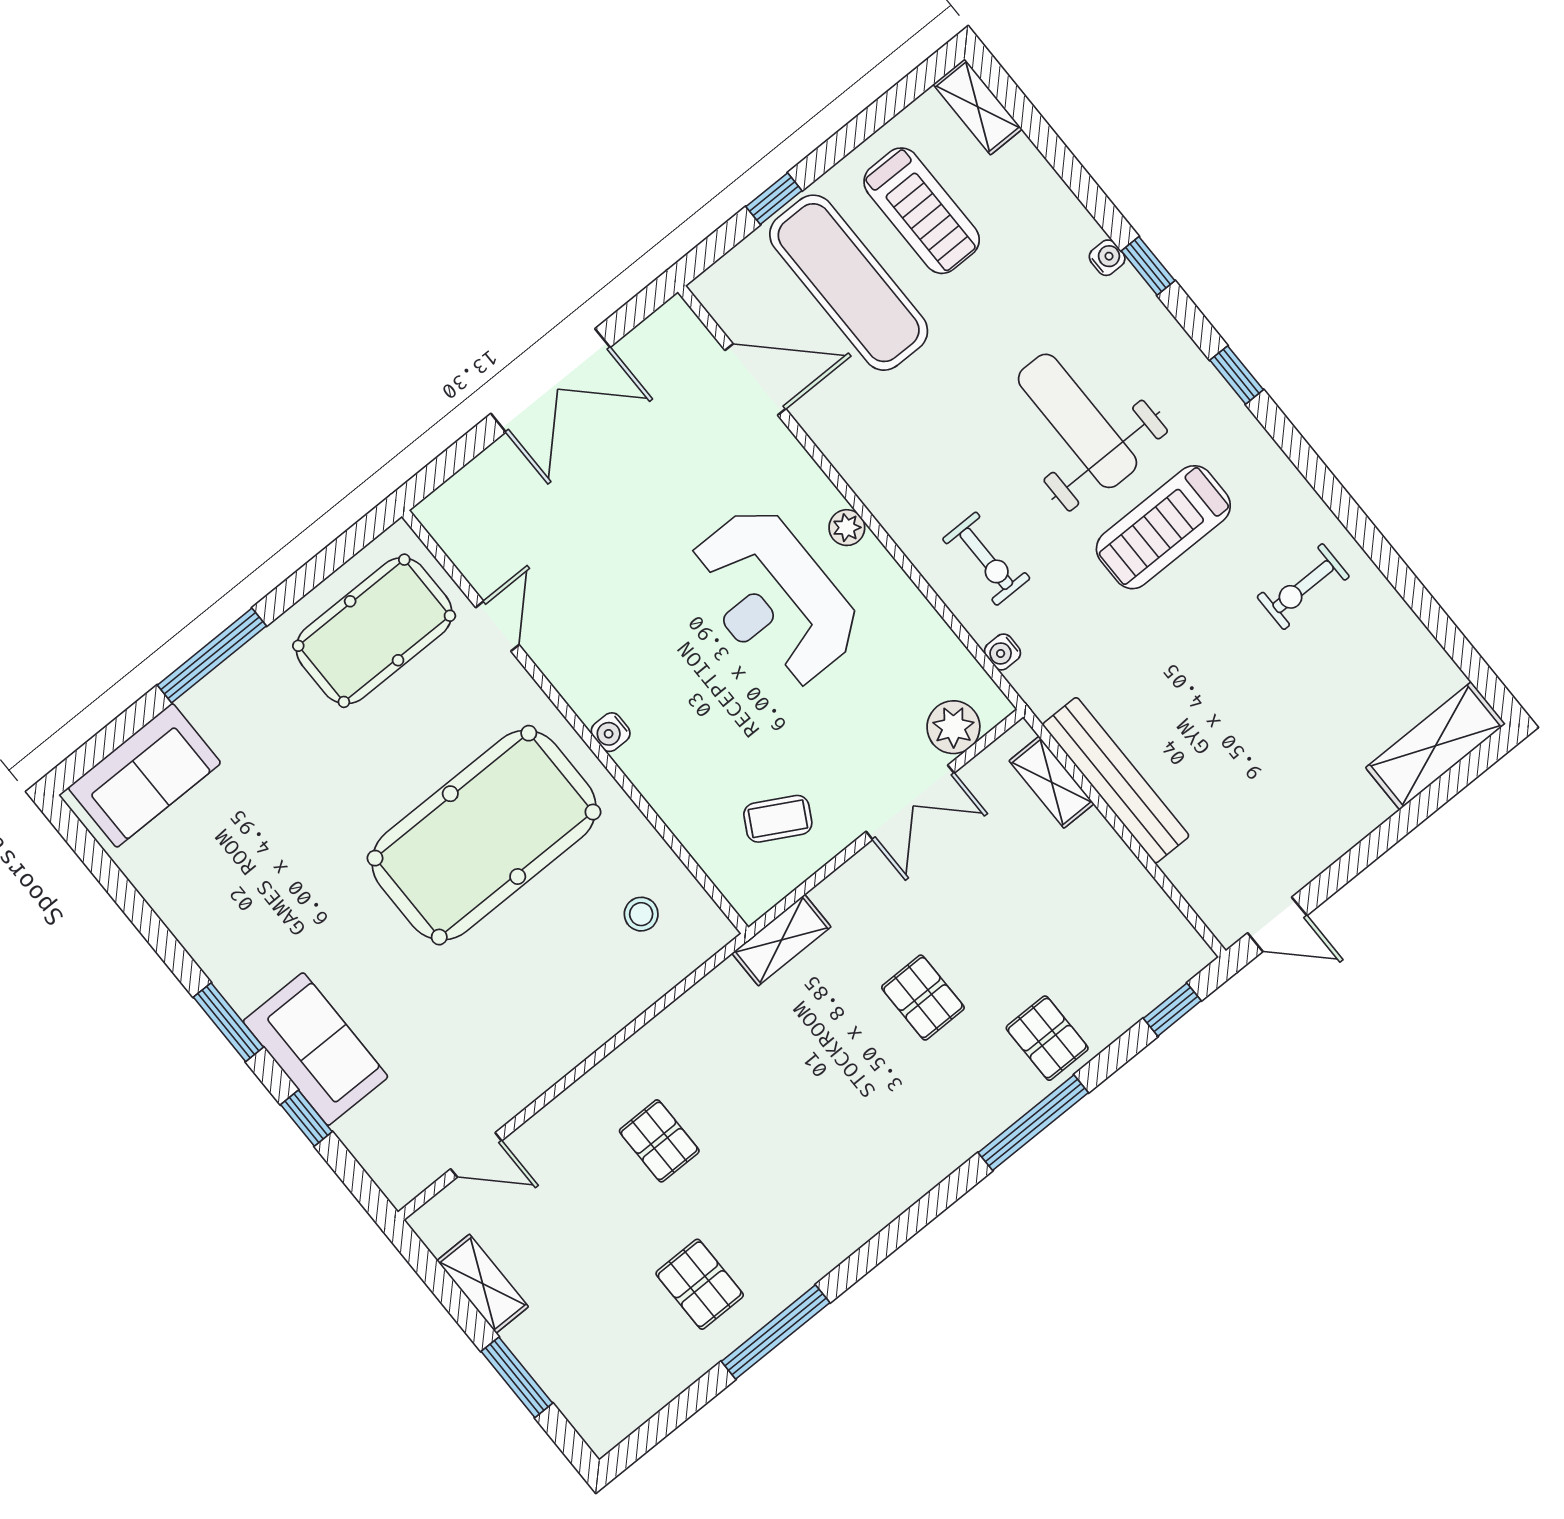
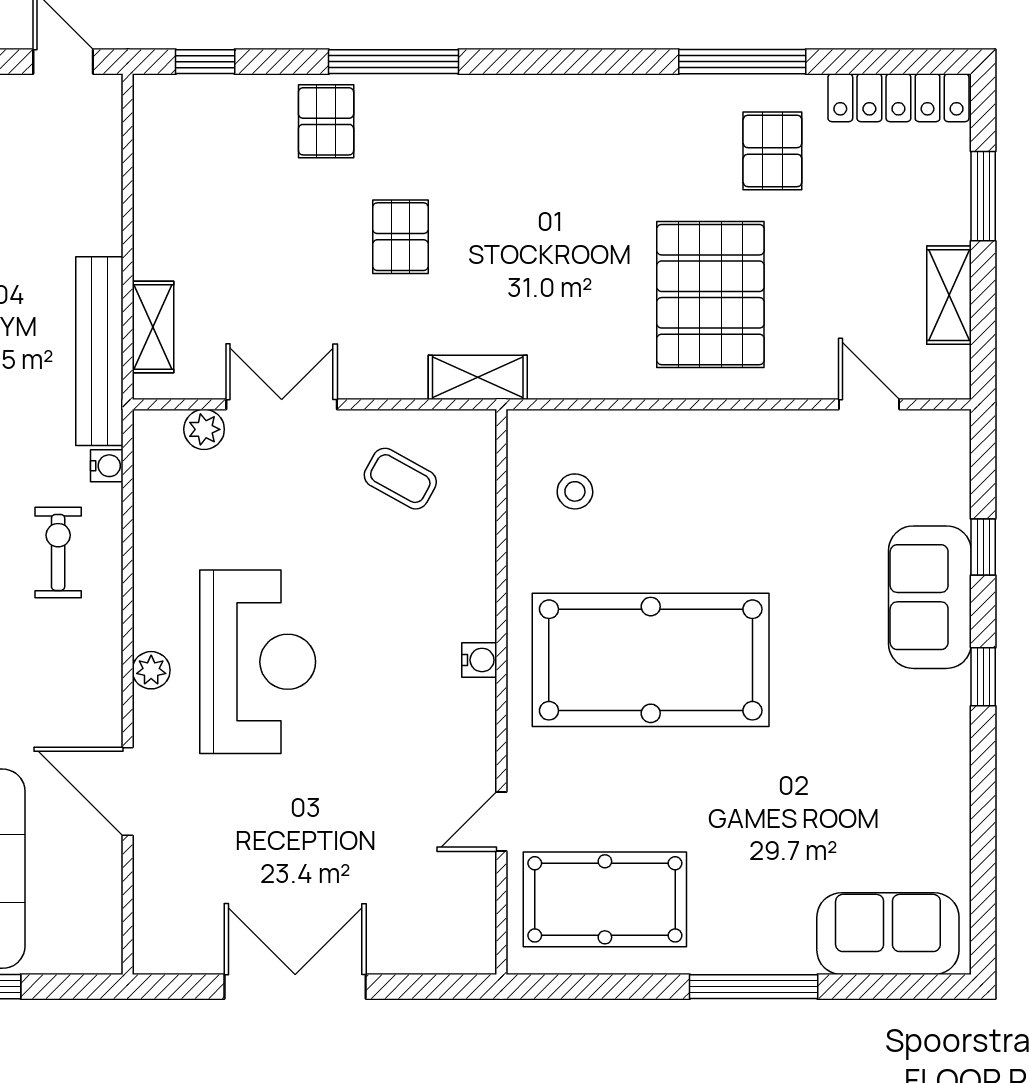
door: (755, 379) -> (128, 792), moved
plant: (953, 727) -> (204, 429), width x0.73, depth x0.73
bench: (1116, 780) -> (99, 351), moved
window: (228, 1022) -> (983, 677), width x0.67
pallet: (659, 1141) -> (710, 295), width x2.05, depth x2.00
locker: (639, 1399) -> (898, 98), added

